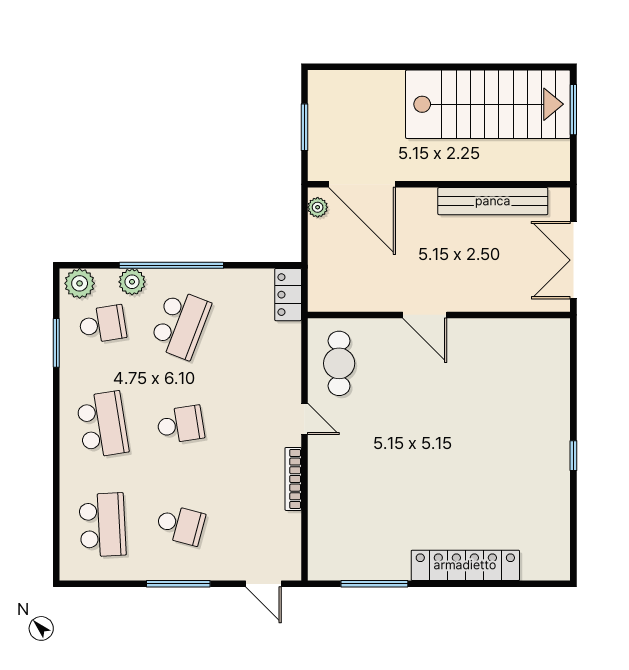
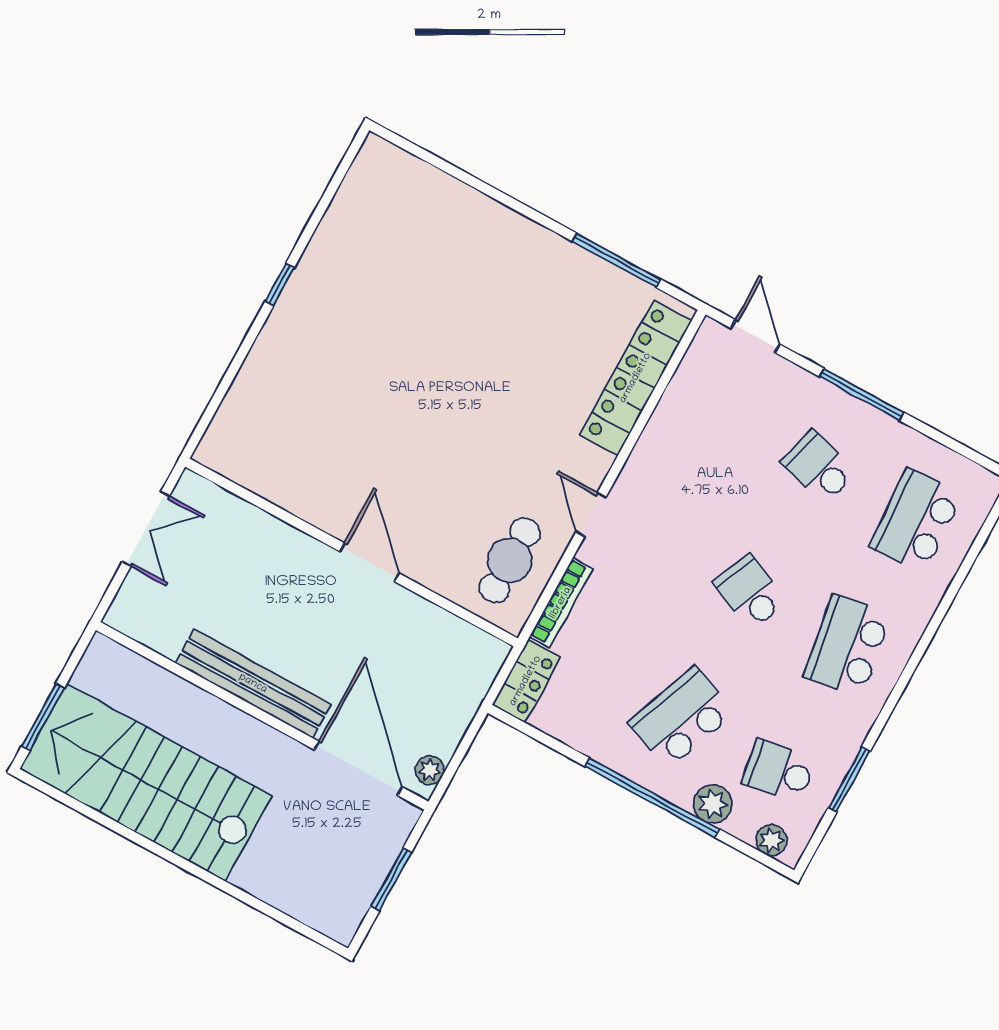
bench: (493, 201) -> (253, 684), moved
double door: (573, 260) -> (146, 529), width x0.73
plant: (80, 283) -> (772, 840), width x0.73, depth x0.73
school desk: (180, 425) -> (750, 592), turned 33
bookcase: (293, 479) -> (561, 603), moved
locker: (465, 565) -> (636, 378), moved, turned 90

